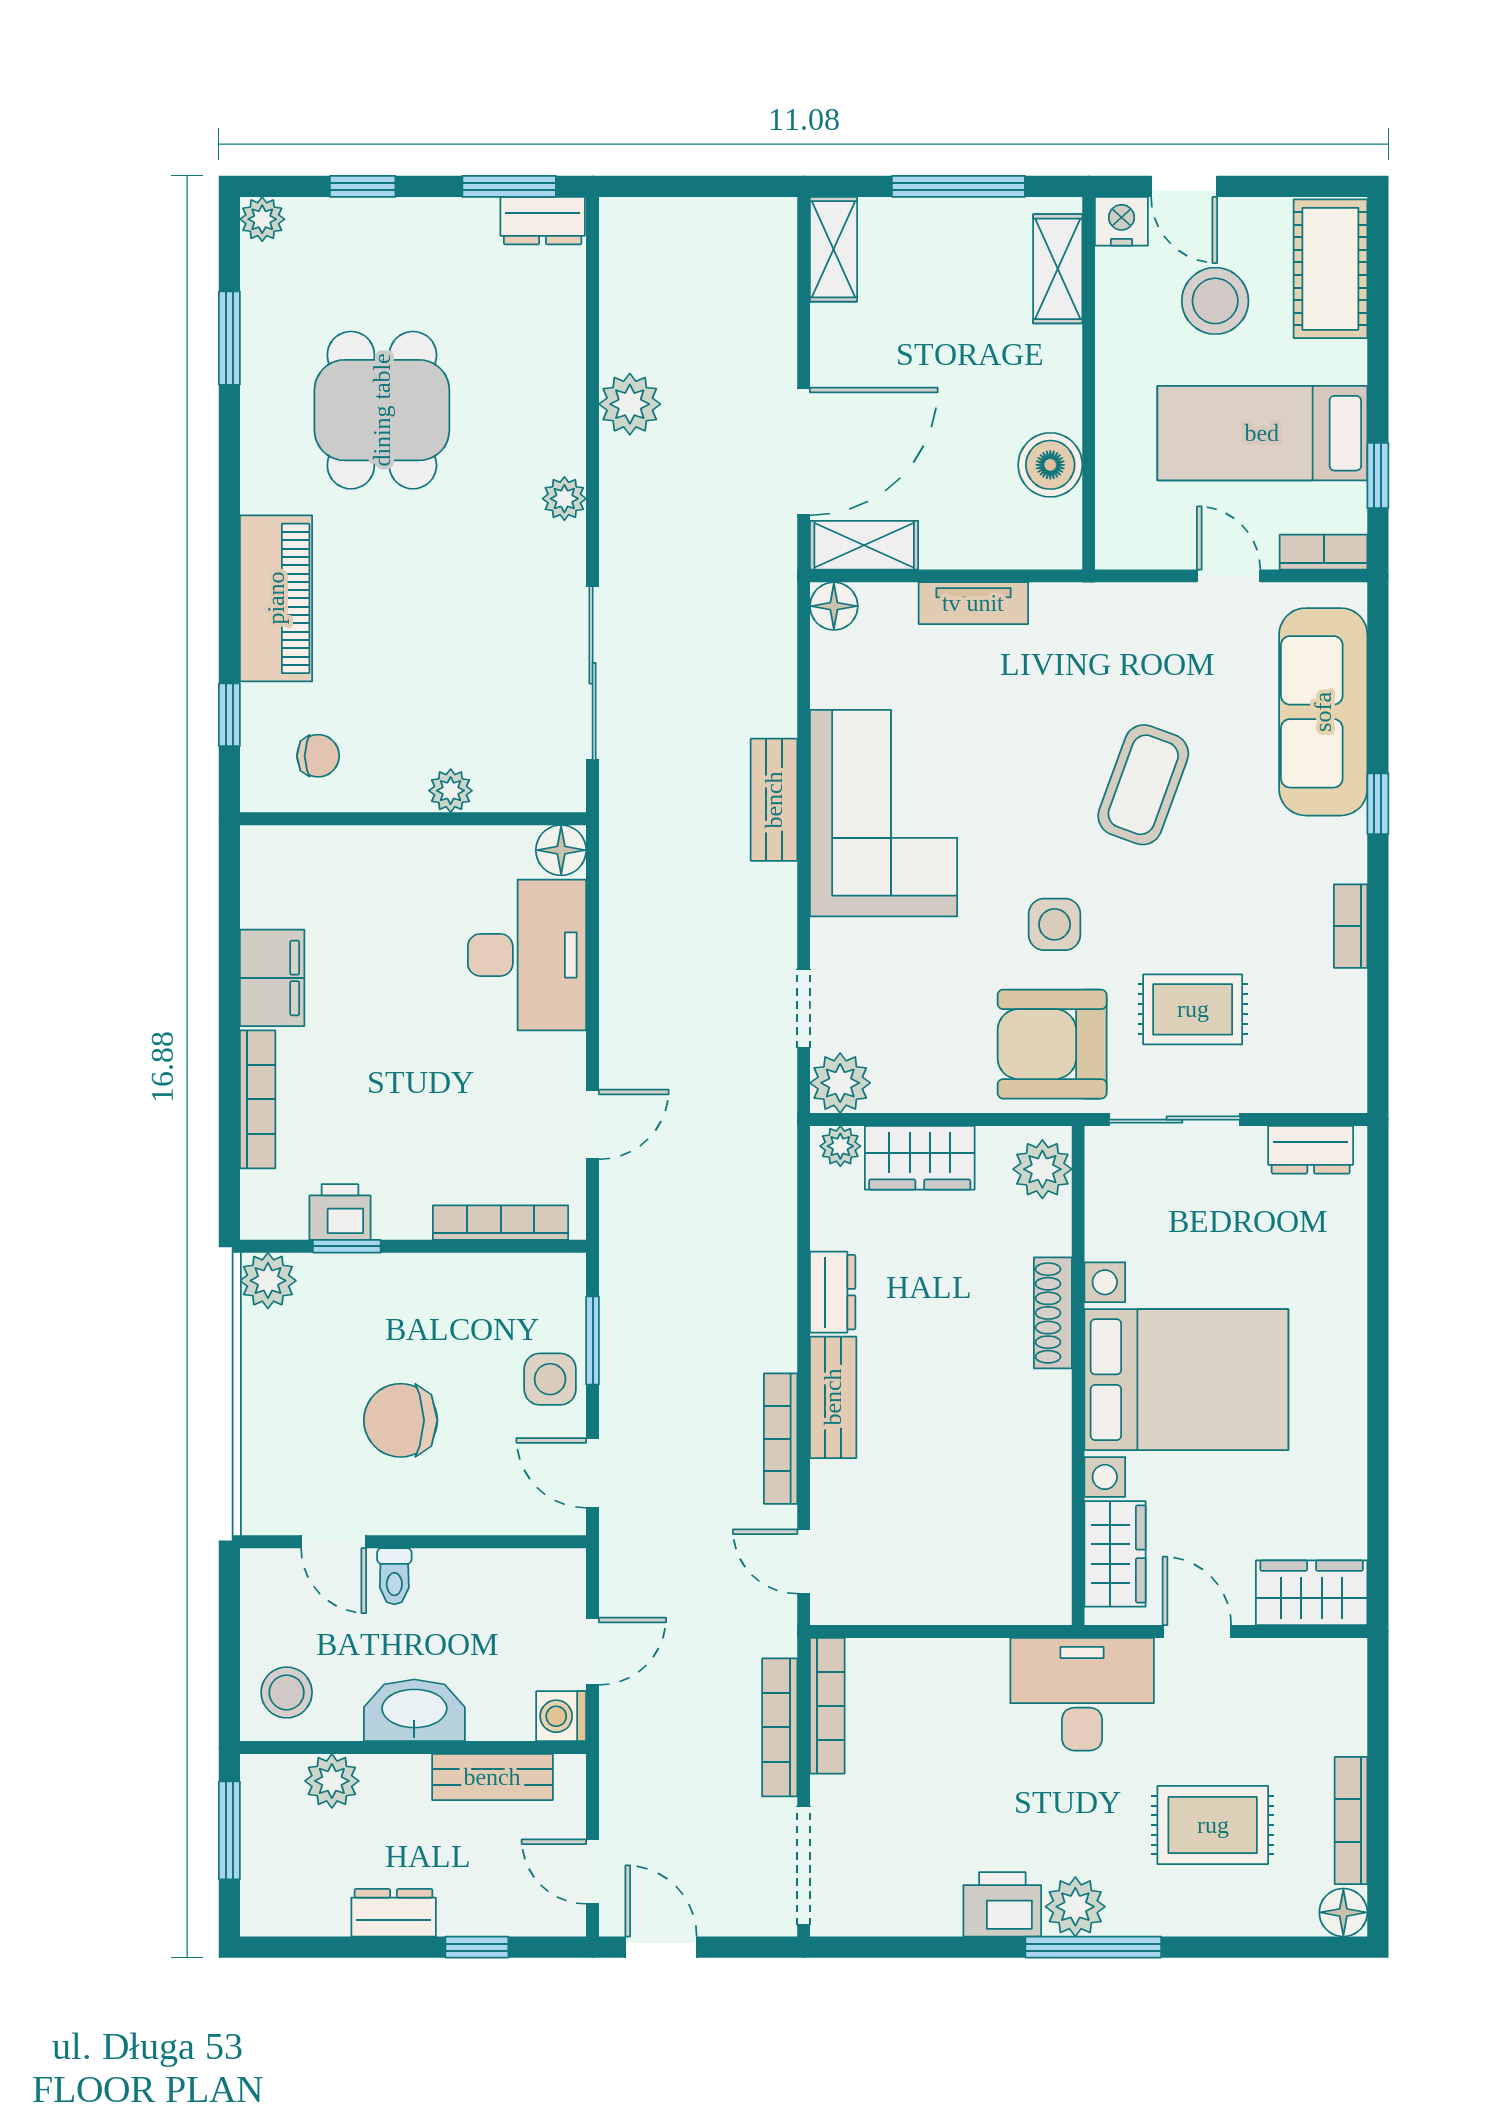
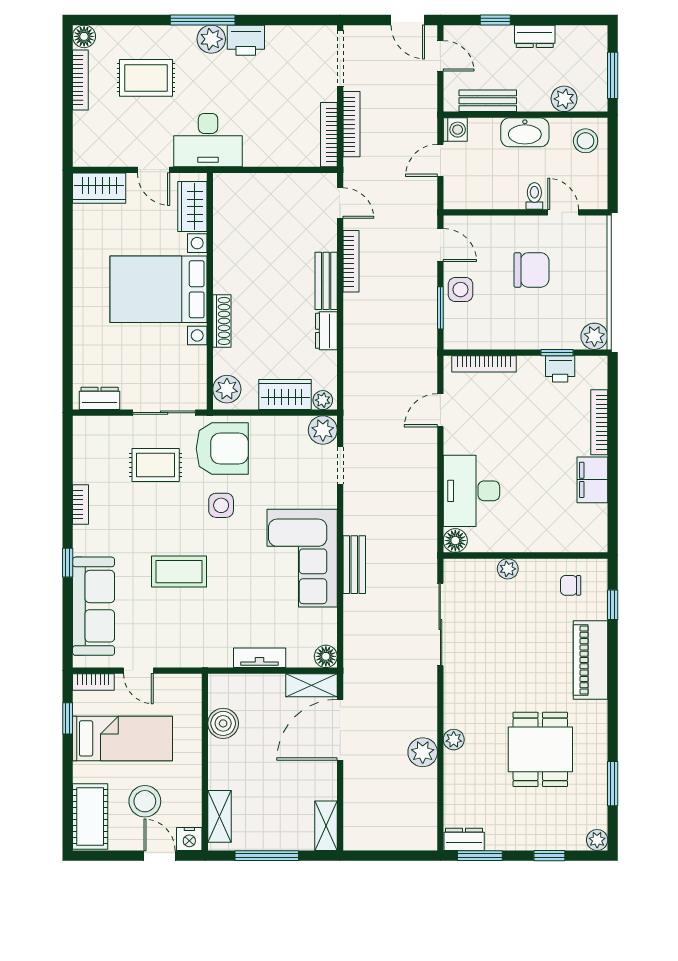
plant: (564, 499) -> (454, 740), moved
coffee table: (1143, 785) -> (179, 572), turned 70

